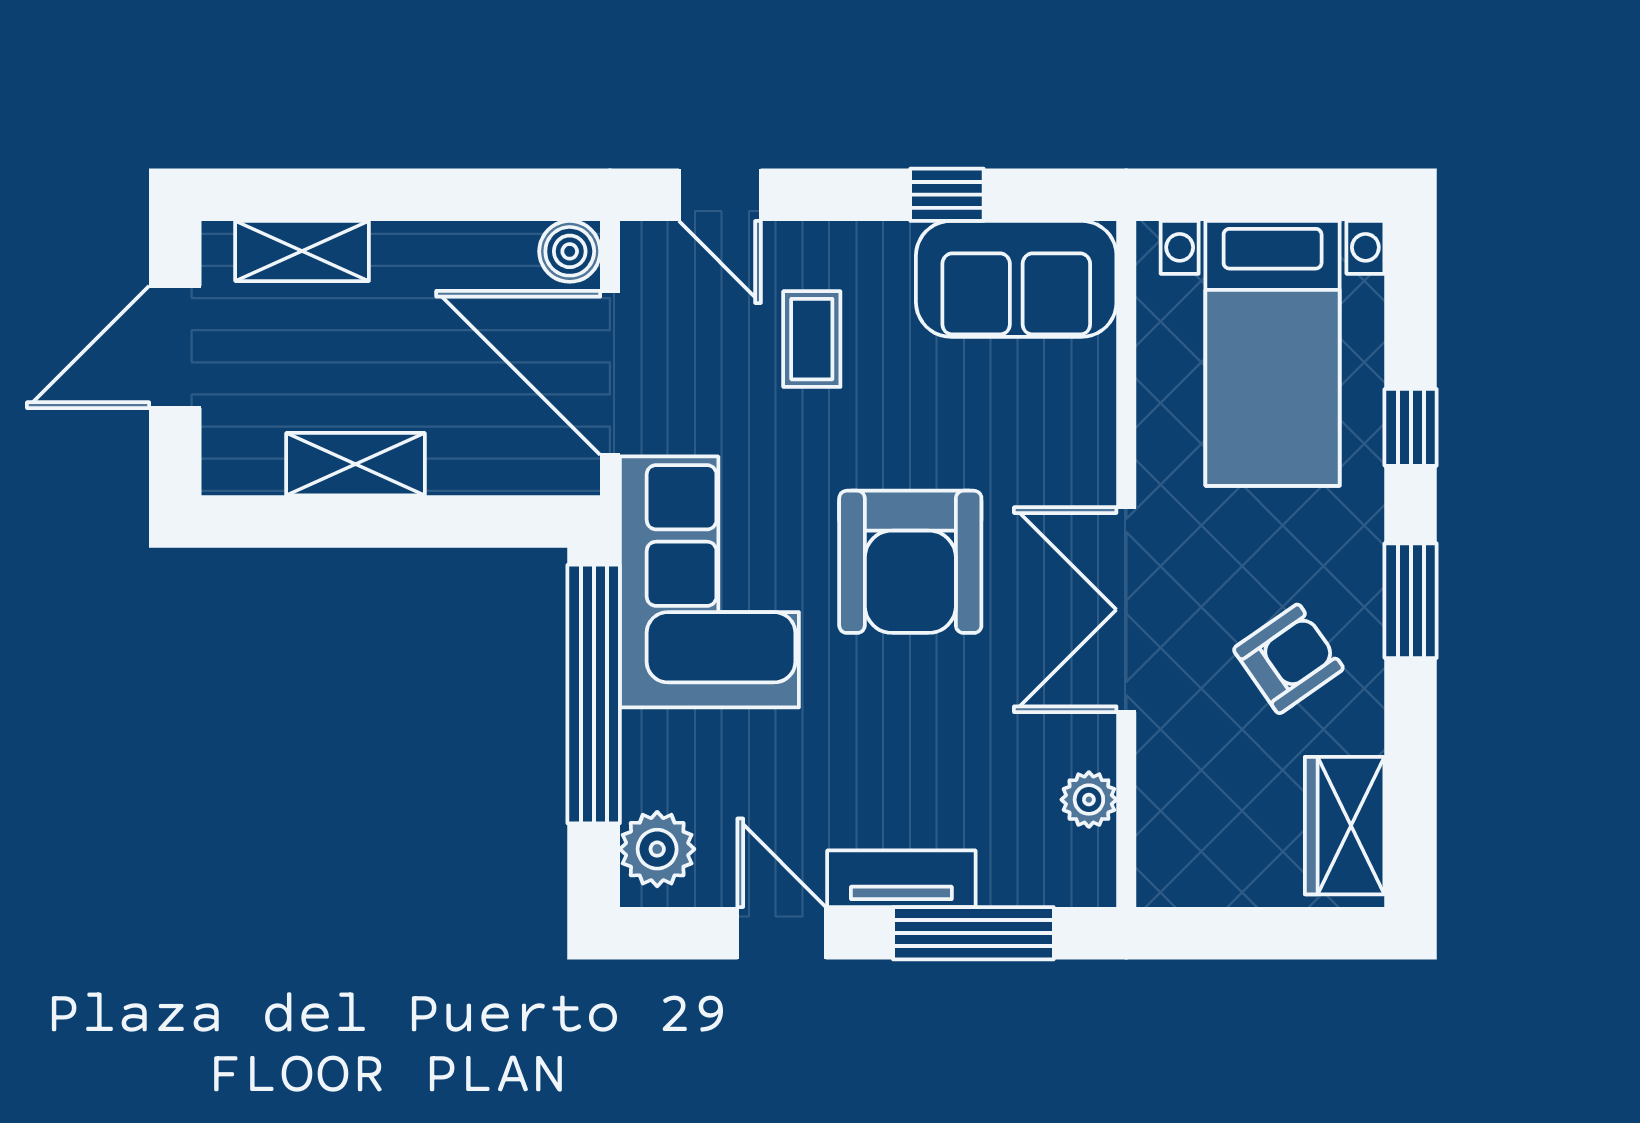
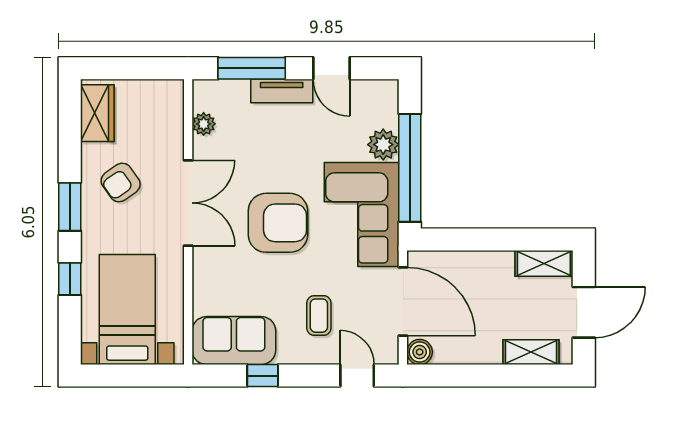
shelving: (356, 464) -> (544, 263), moved
armchair: (910, 562) -> (278, 223), turned 90
plant: (657, 849) -> (383, 145), moved

